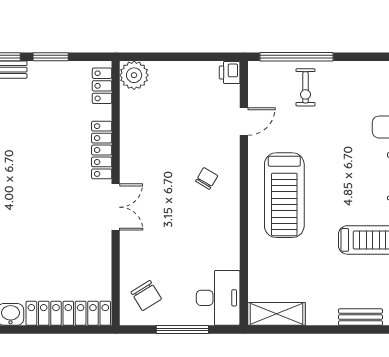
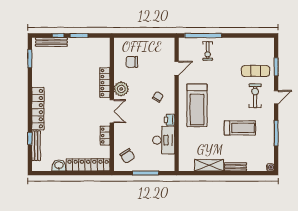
printer: (230, 72) -> (169, 120), moved
plant: (134, 75) -> (121, 89), moved
locker: (102, 86) -> (105, 136), moved
chair: (155, 109) -> (132, 62), added
desk: (218, 298) -> (164, 140), moved
shelving: (277, 314) -> (209, 165), moved

